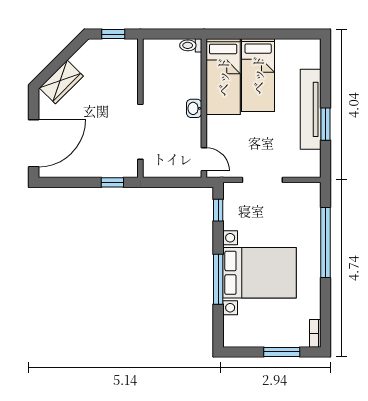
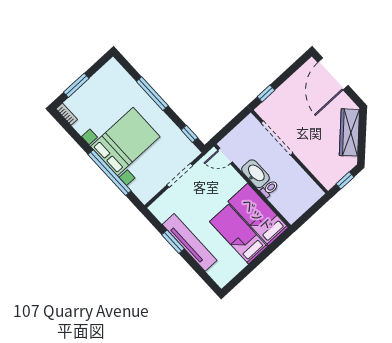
toilet: (191, 45) -> (269, 189), moved
wardrobe: (61, 82) -> (349, 132), width x1.50
washbasin: (194, 108) -> (255, 174), width x1.91, depth x1.45
bed with nightstands: (259, 273) -> (125, 142), moved, turned 180

